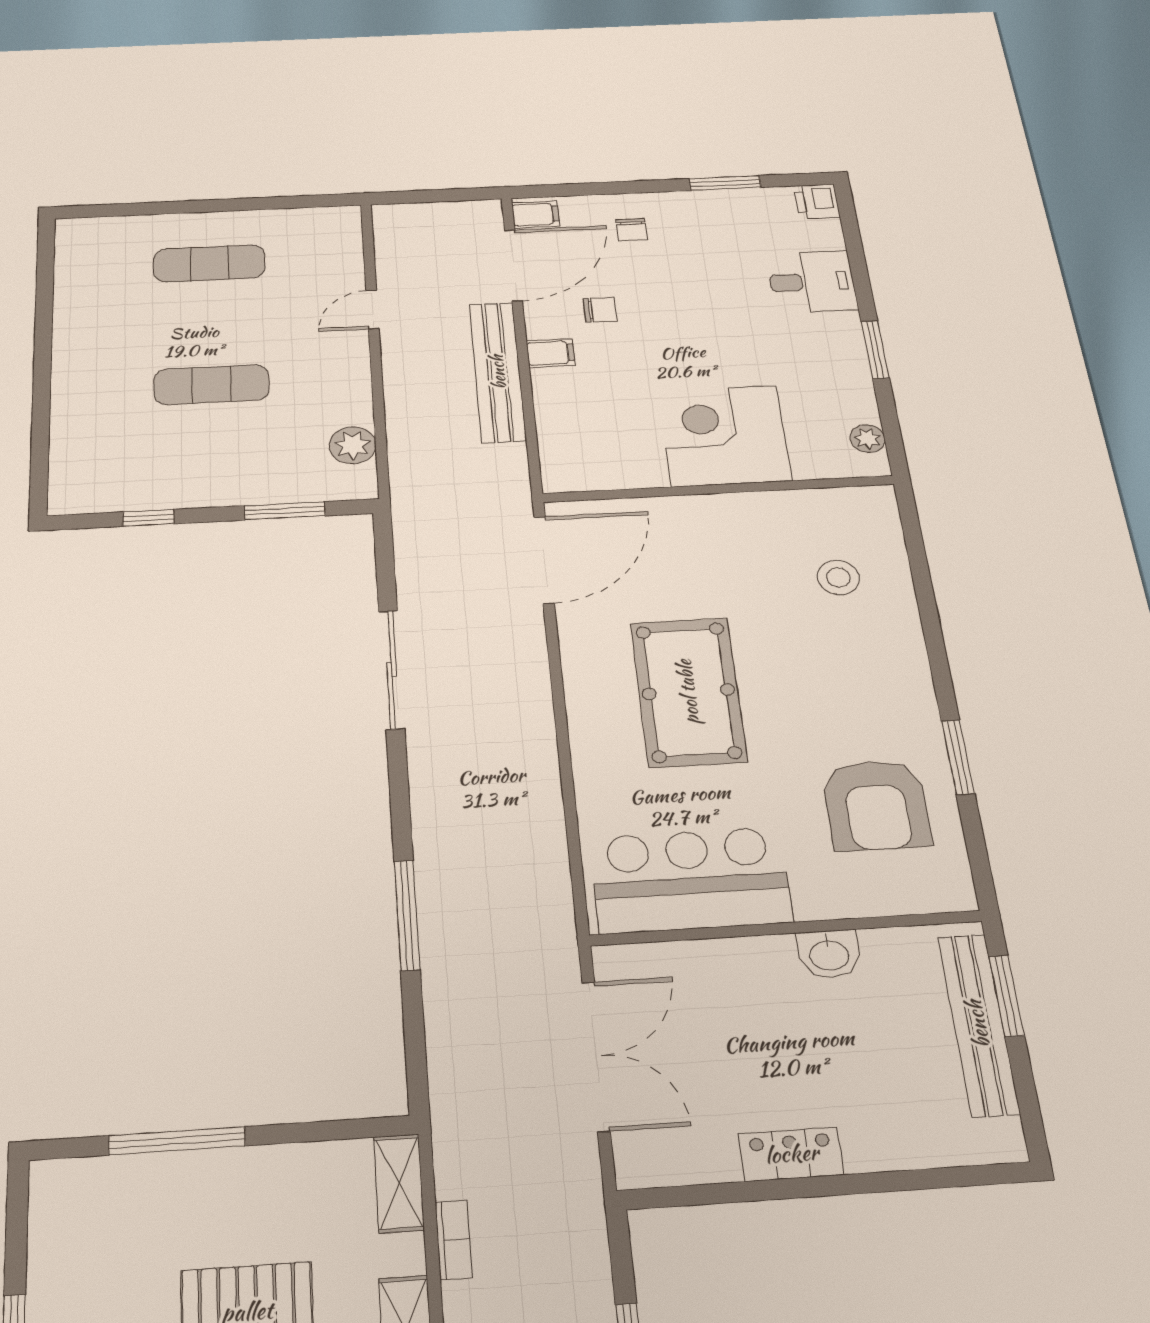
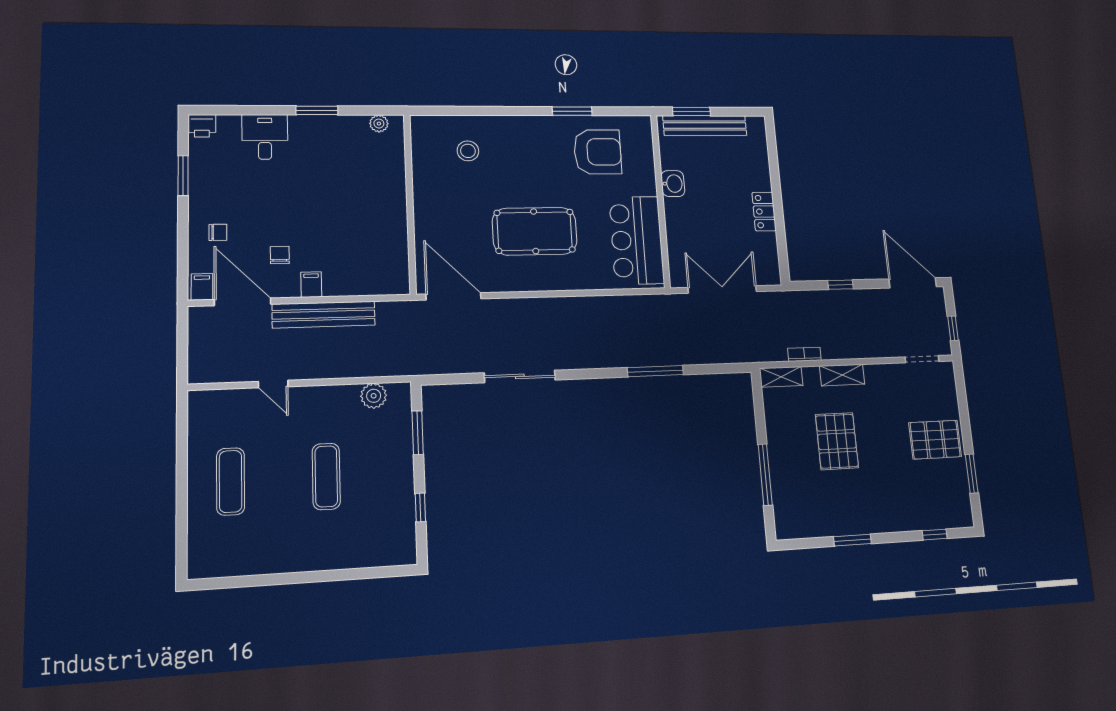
corner desk: (724, 436) -> (374, 197), removed

